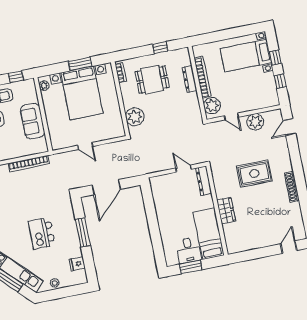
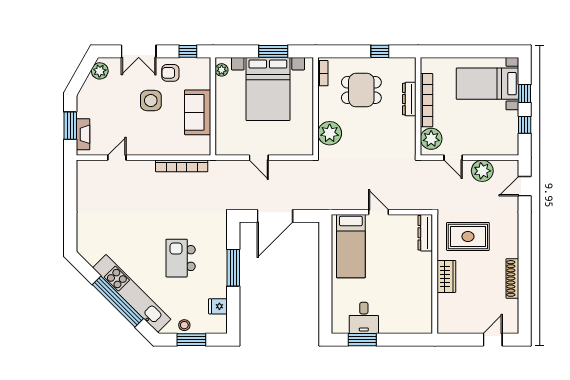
dresser: (204, 181) -> (425, 233), moved
shoe rack: (292, 187) -> (512, 278), moved
wall: (217, 210) -> (435, 274), moved
wardrobe: (226, 210) -> (446, 276), moved
bed: (209, 234) -> (351, 246), moved, turned 180
window: (62, 293) -> (191, 340), added

